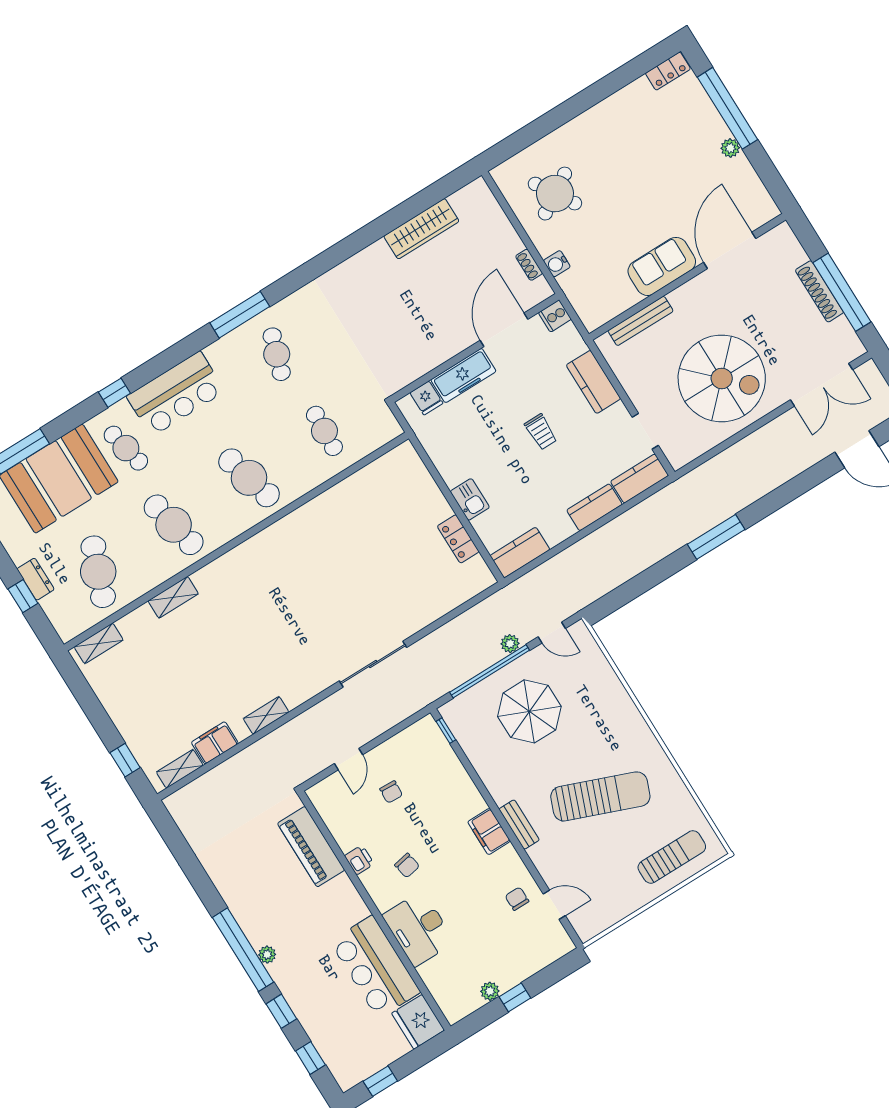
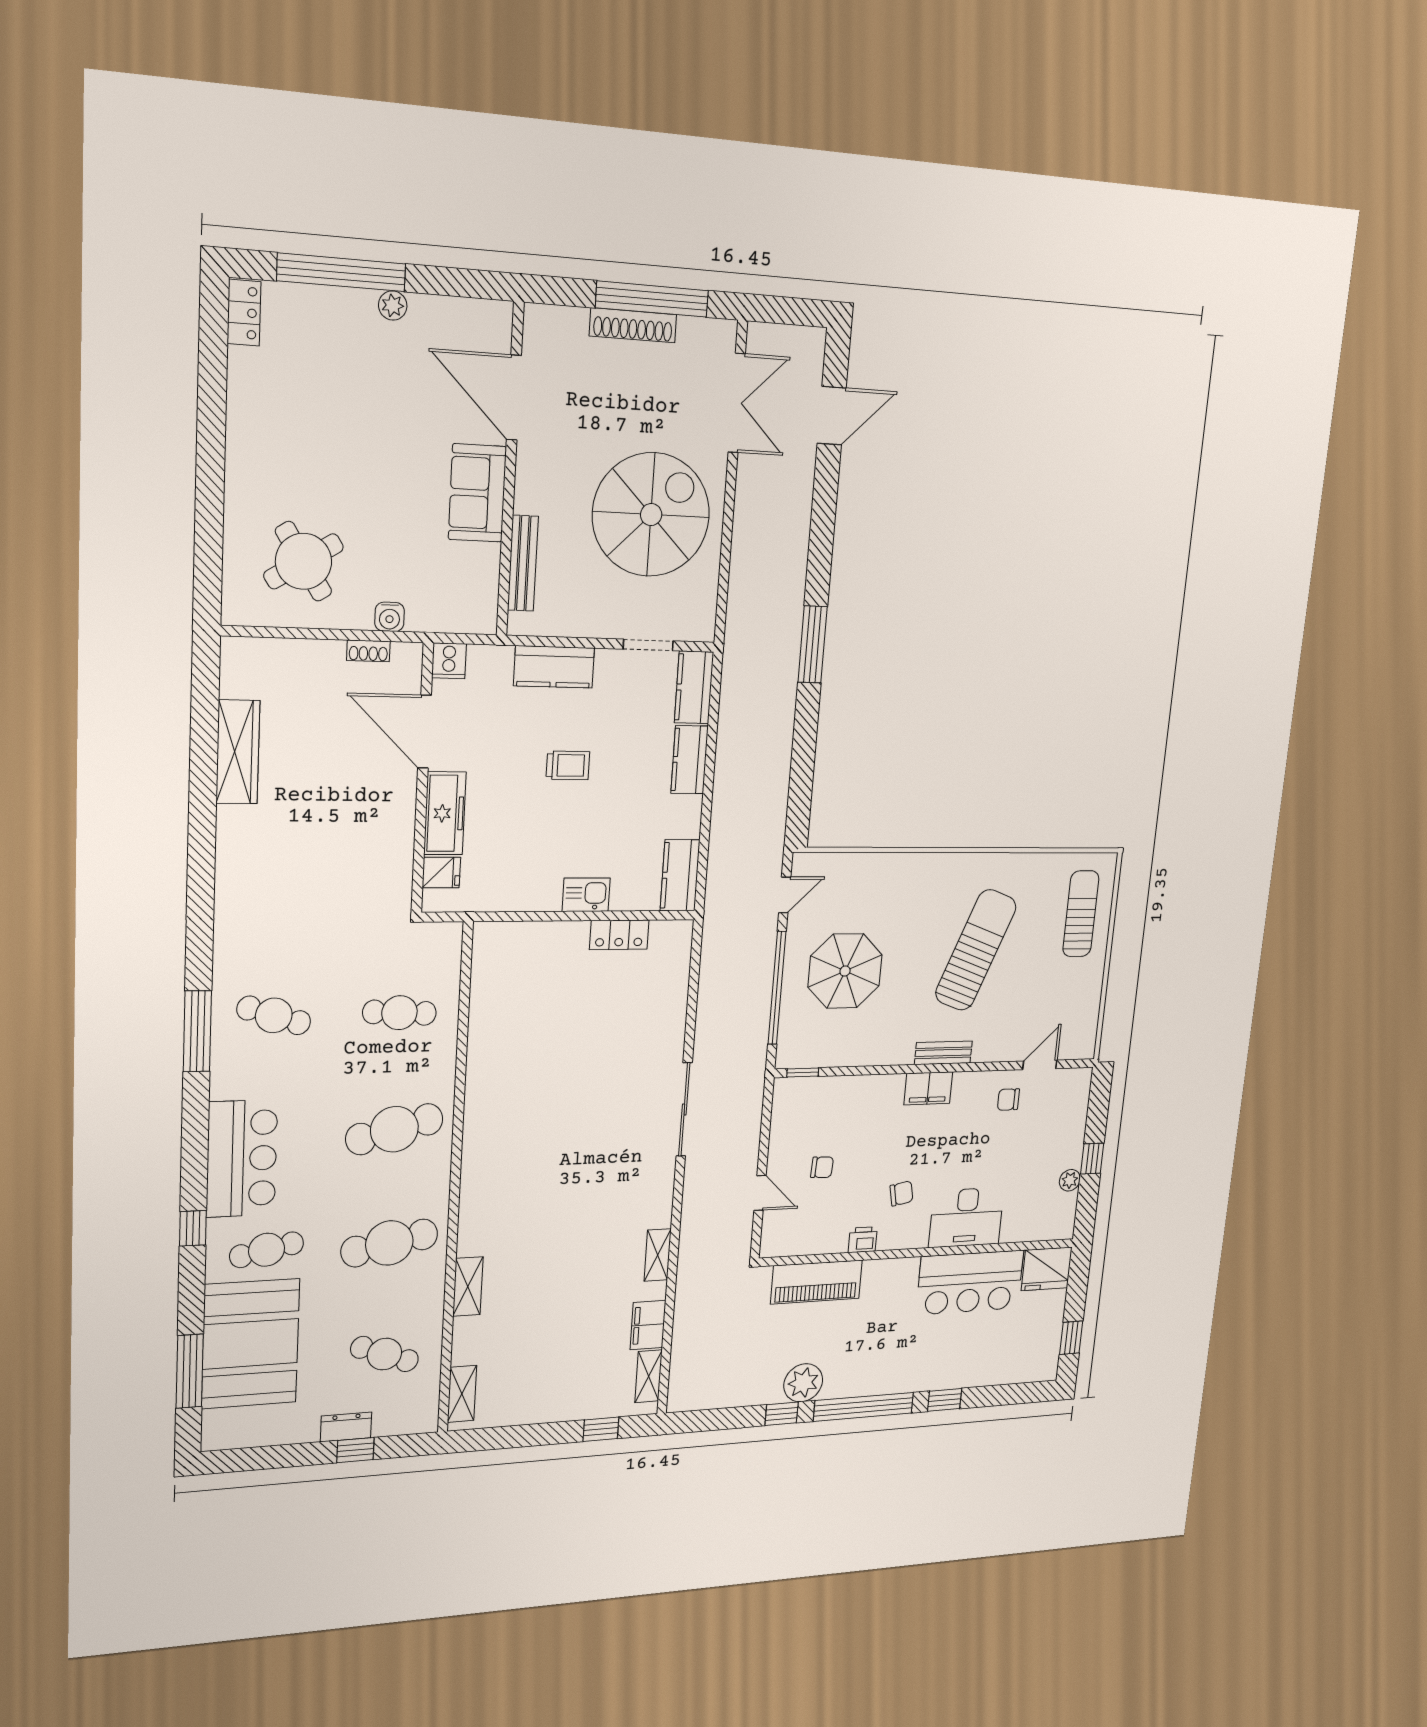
cafe table: (98, 572) -> (384, 1354), width x0.73, depth x0.74
plant: (510, 644) -> (765, 948), removed
plant: (267, 955) -> (803, 1383), moved, width x1.88, depth x1.88
window: (310, 1058) -> (782, 1414), moved

